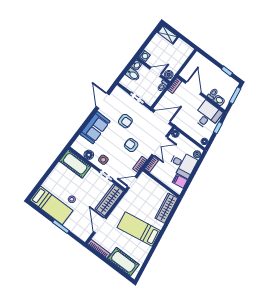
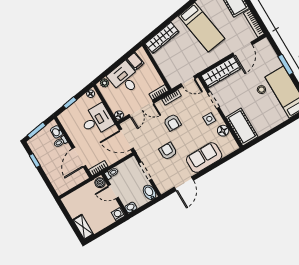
bidet: (133, 75) -> (149, 192), moved
desk: (208, 115) -> (97, 120), moved, turned 180
double door: (160, 146) -> (141, 109), swing flipped

